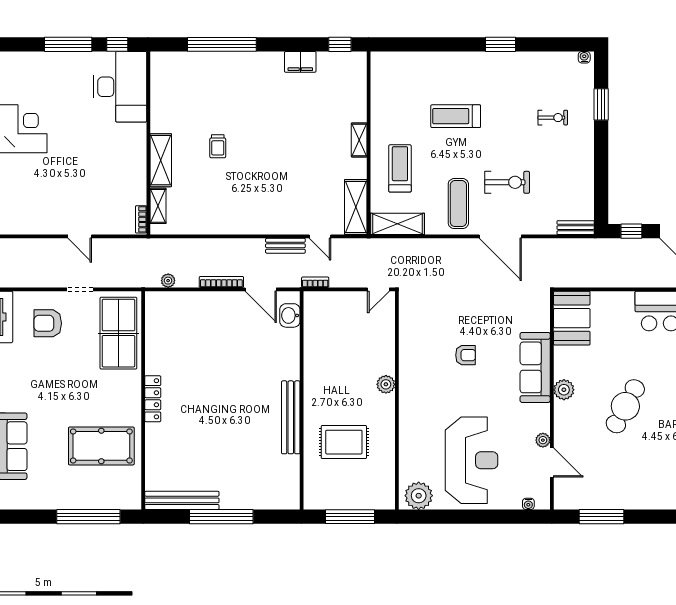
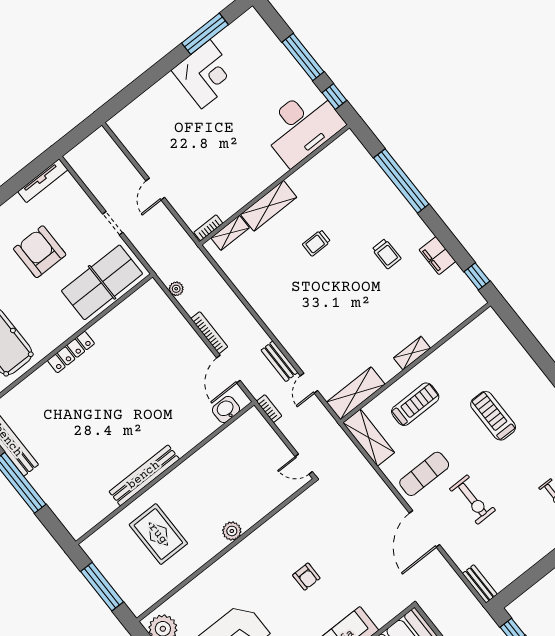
trolley: (268, 100) -> (386, 254), added
armchair: (48, 323) -> (40, 252), moved, width x1.36, depth x1.36

